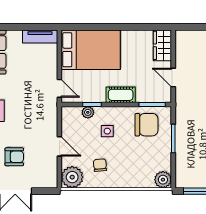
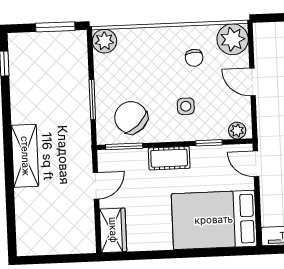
door: (173, 77) -> (96, 186), hinge flipped
plant: (88, 112) -> (237, 131), moved
chair: (146, 125) -> (131, 118), turned 47

